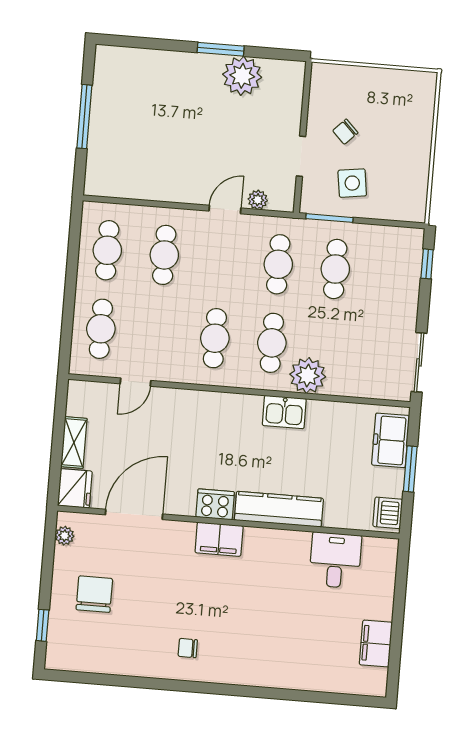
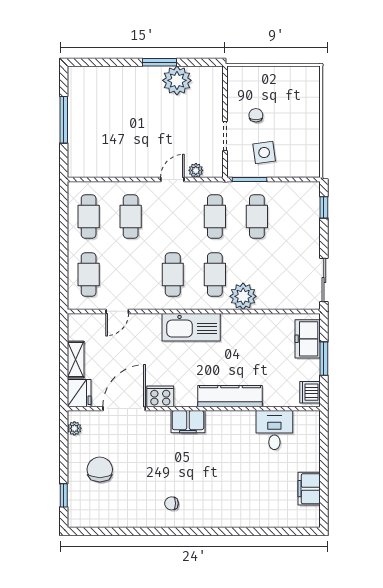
chair: (345, 132) -> (256, 115), turned 135
kitchen sink: (284, 412) -> (191, 327), moved, width x1.88, depth x1.24
cooker: (215, 504) -> (160, 396), moved

